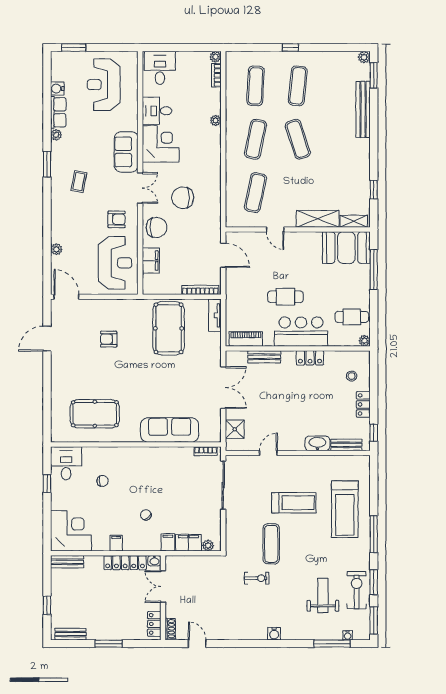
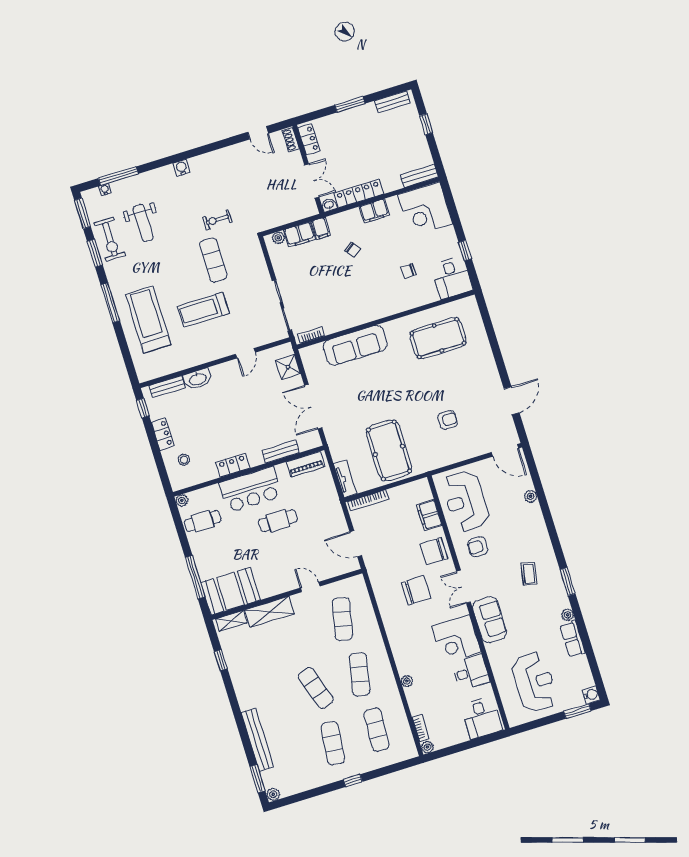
water cooler: (57, 89) -> (591, 695), moved
filing cabinet: (116, 543) -> (374, 211), width x2.00

